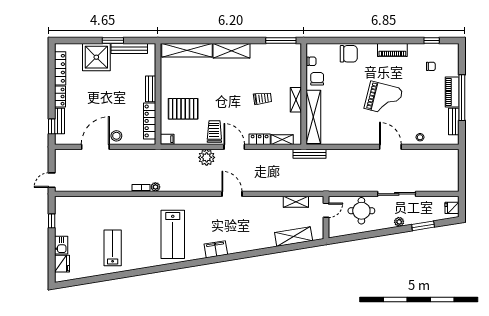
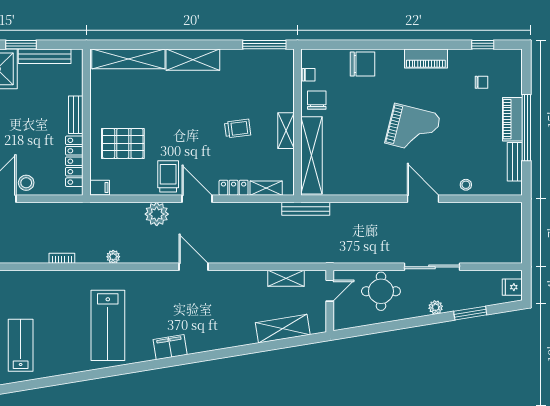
plant: (155, 187) -> (113, 257), moved

